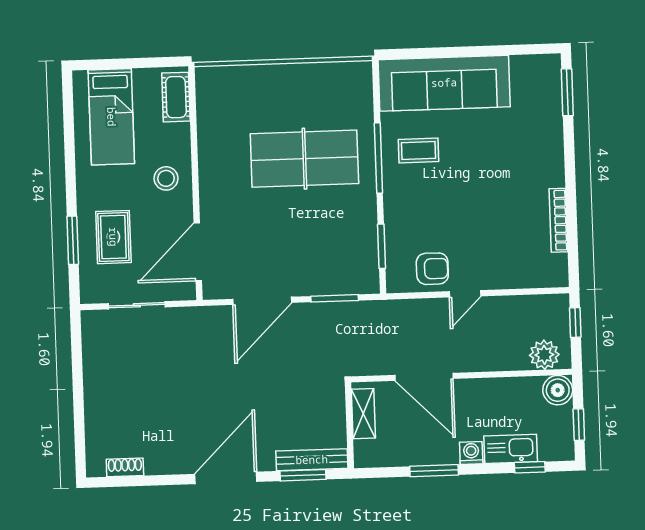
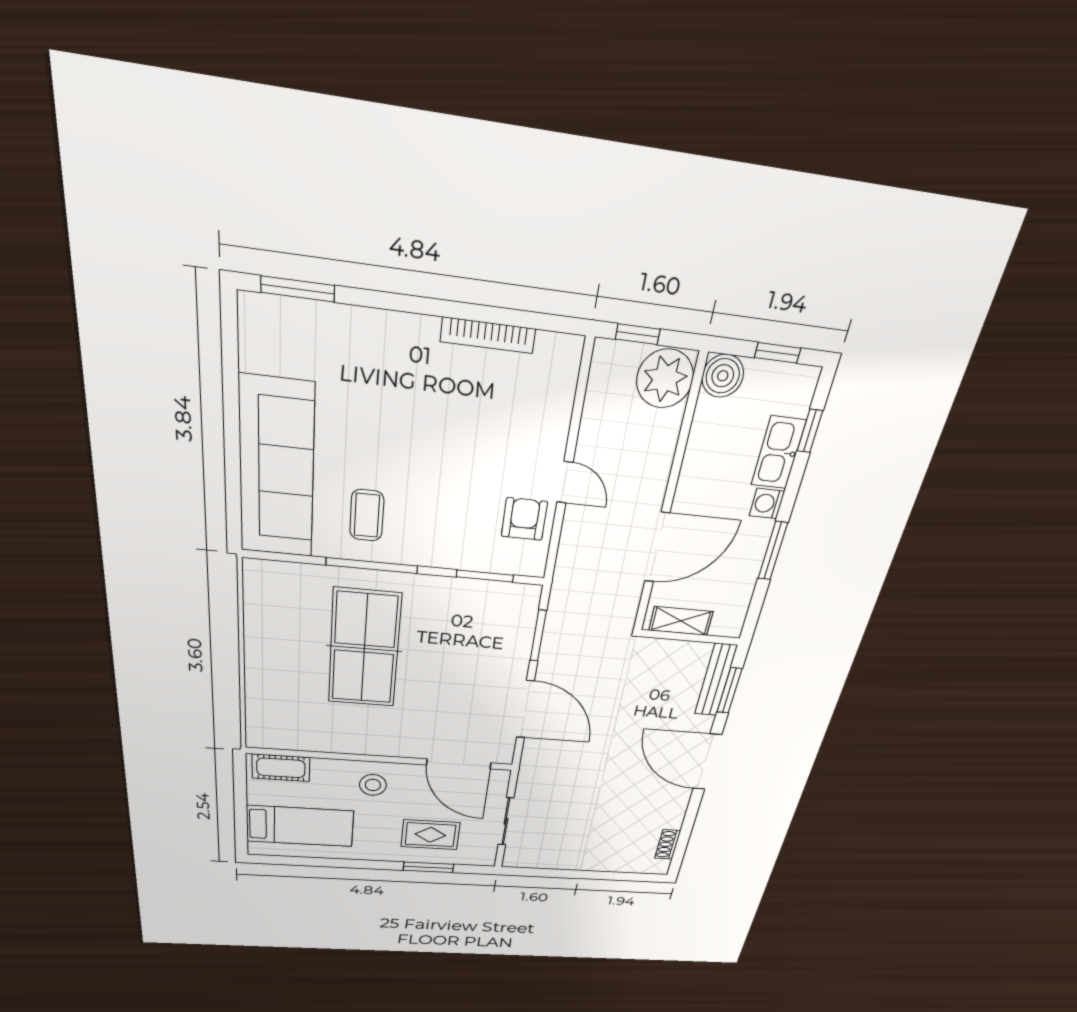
plant: (544, 355) -> (665, 379), width x1.36, depth x1.36

